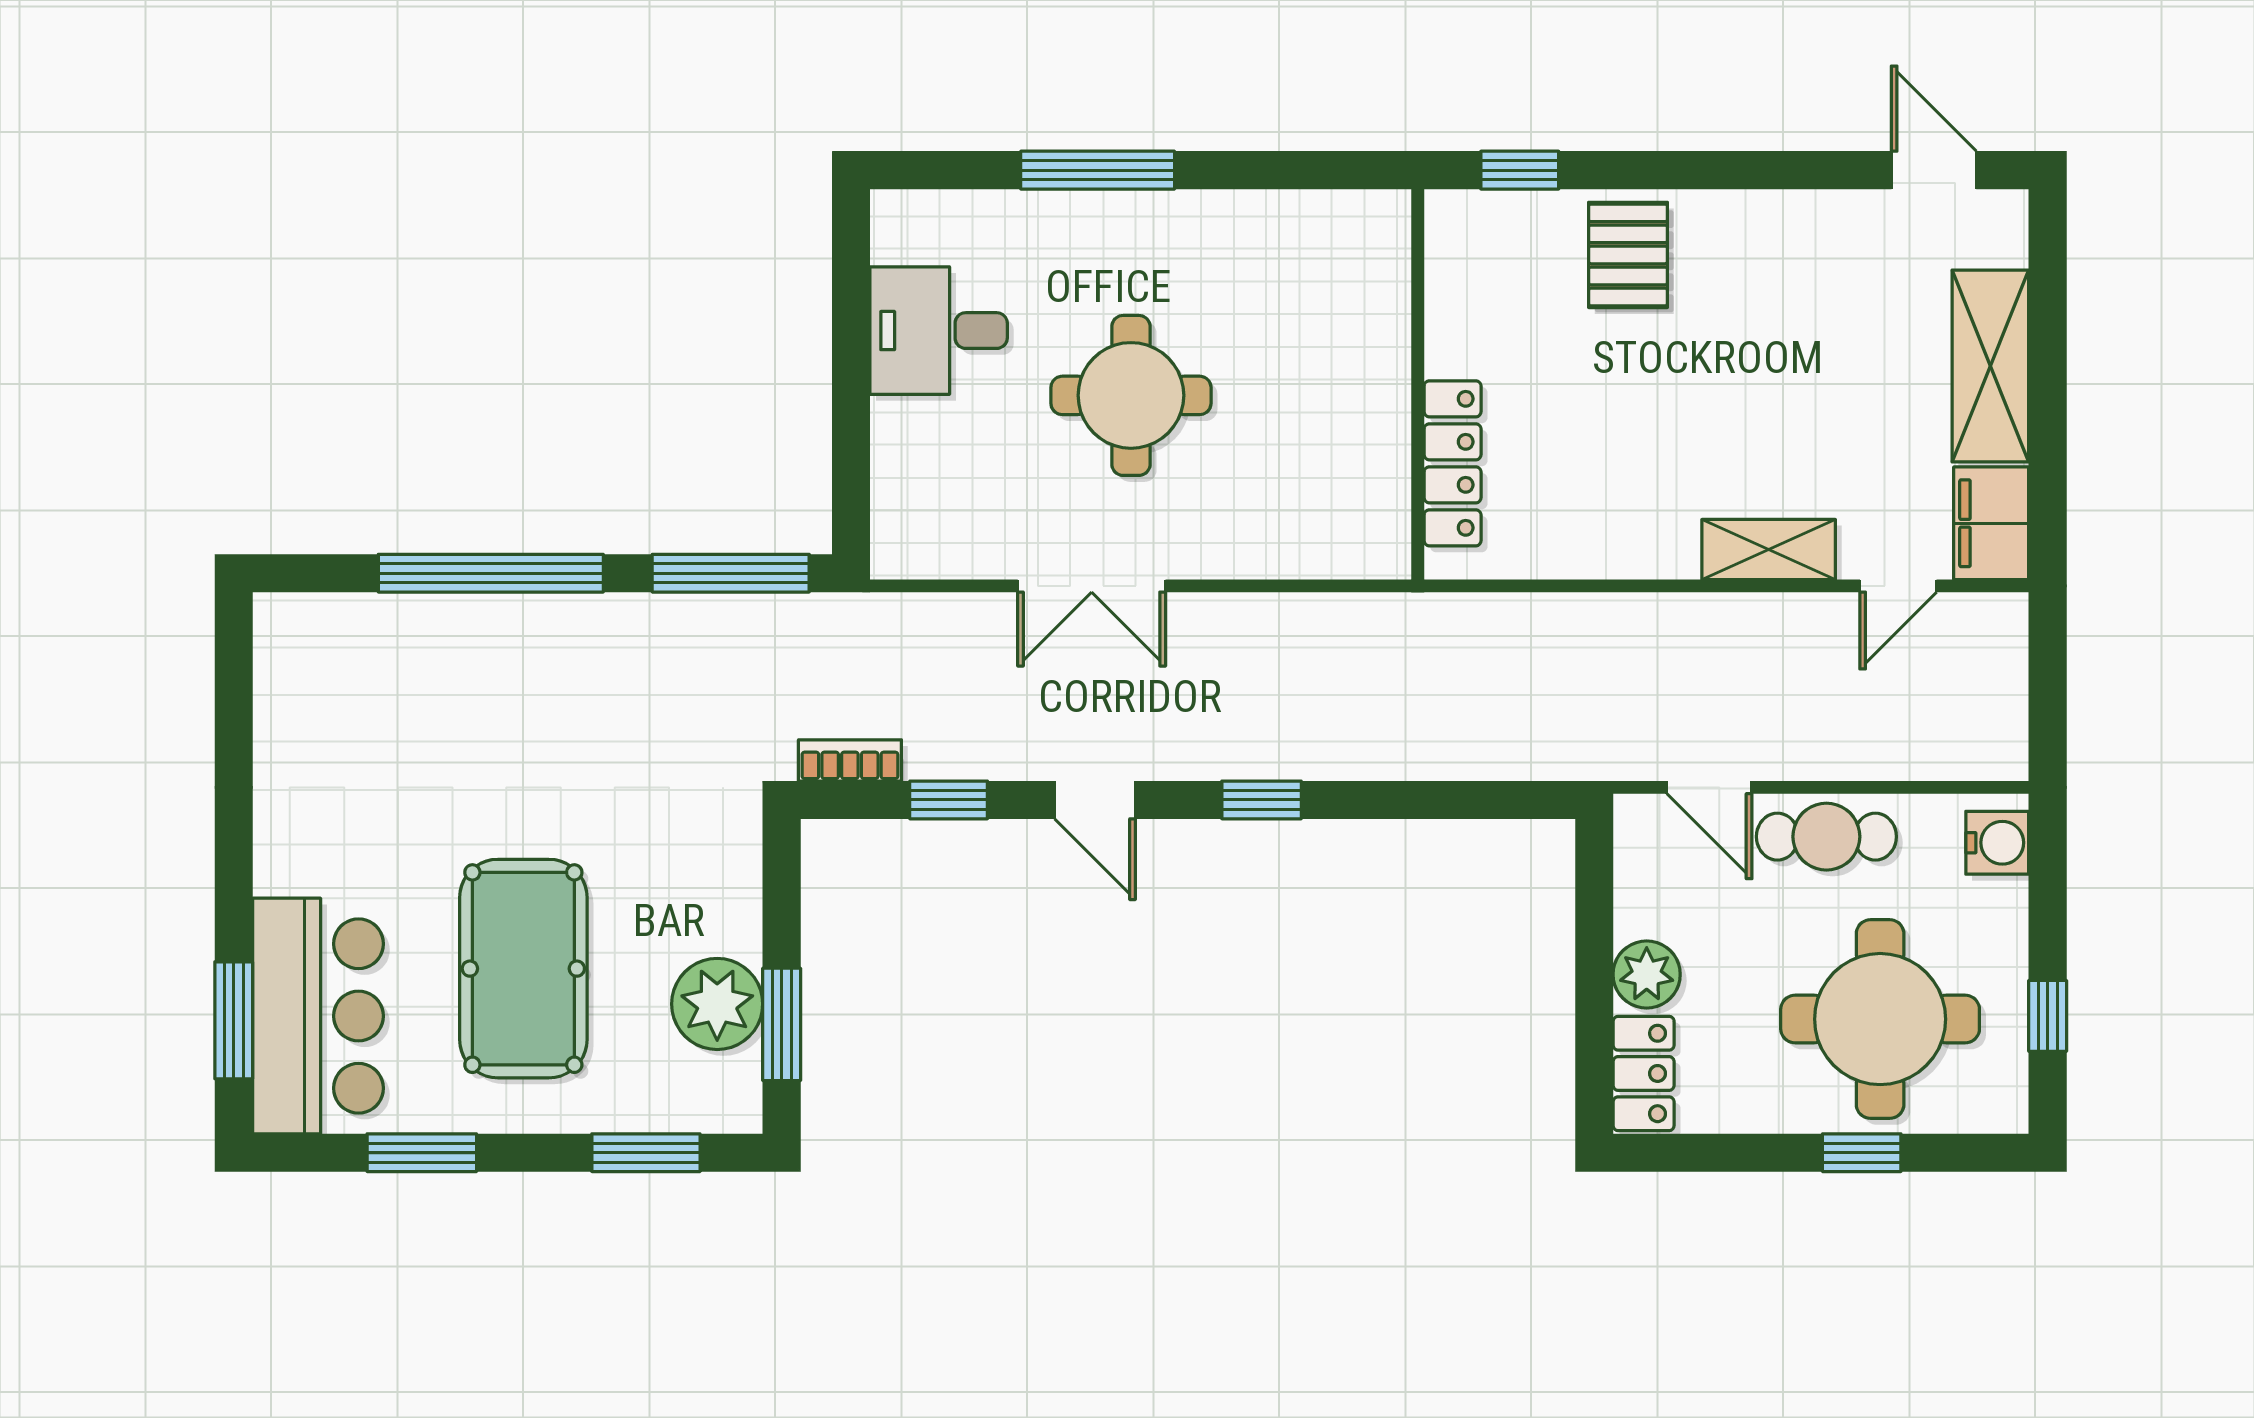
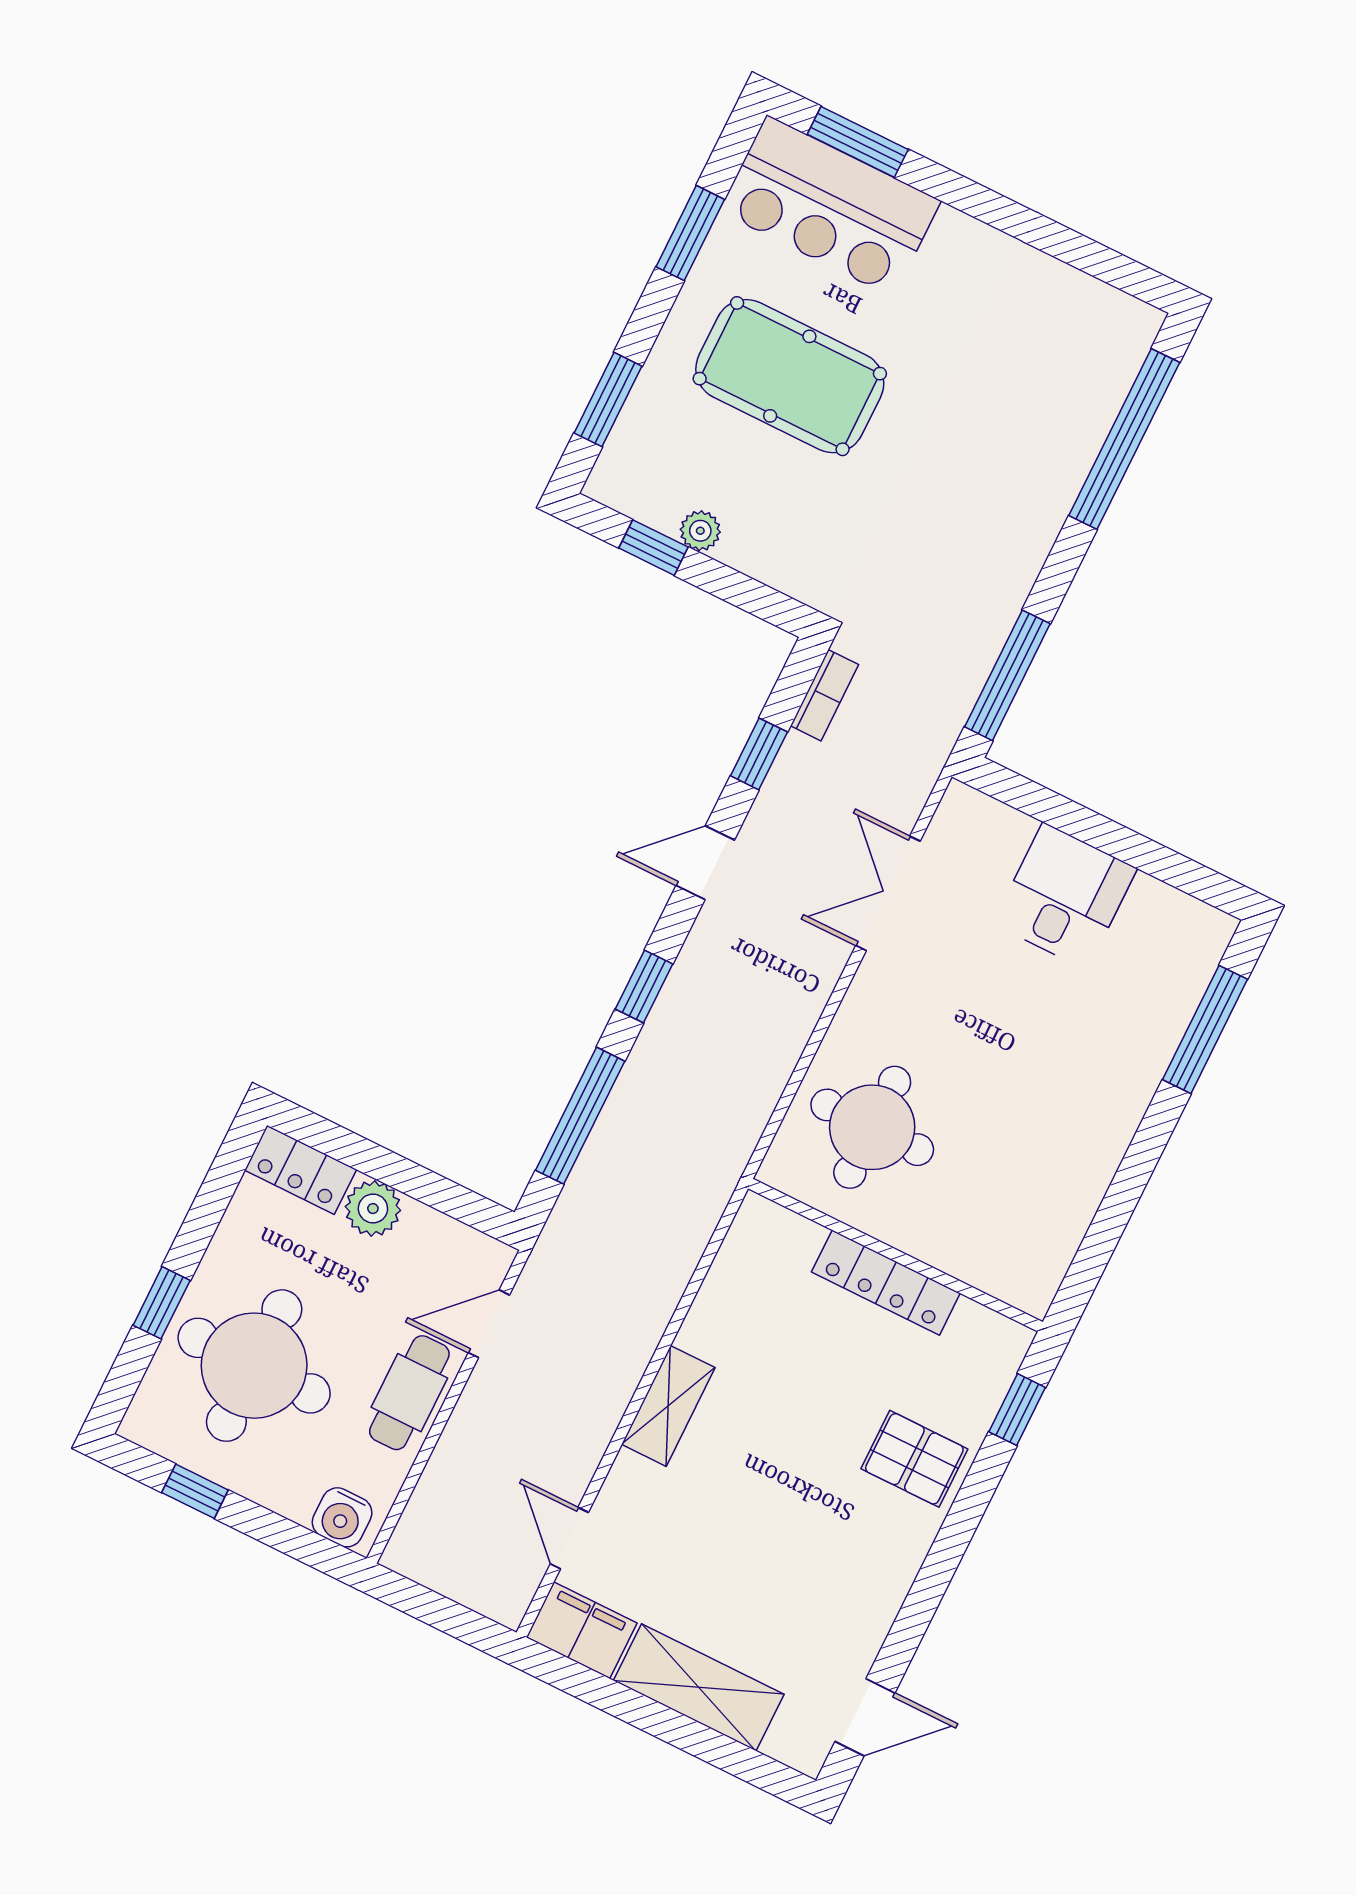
window: (1098, 170) -> (1205, 1029), moved
desk: (939, 331) -> (1065, 896), moved
round table: (1131, 395) -> (872, 1127), moved
locker: (1453, 463) -> (886, 1283), moved
shelving: (1769, 549) -> (668, 1406), moved
window: (491, 573) -> (1124, 439), moved
double door: (1092, 586) -> (888, 893), moved
window: (1435, 800) -> (580, 1116), added
plant: (717, 1004) -> (700, 531), width x0.53, depth x0.53
window: (782, 1024) -> (653, 548), width x0.67

